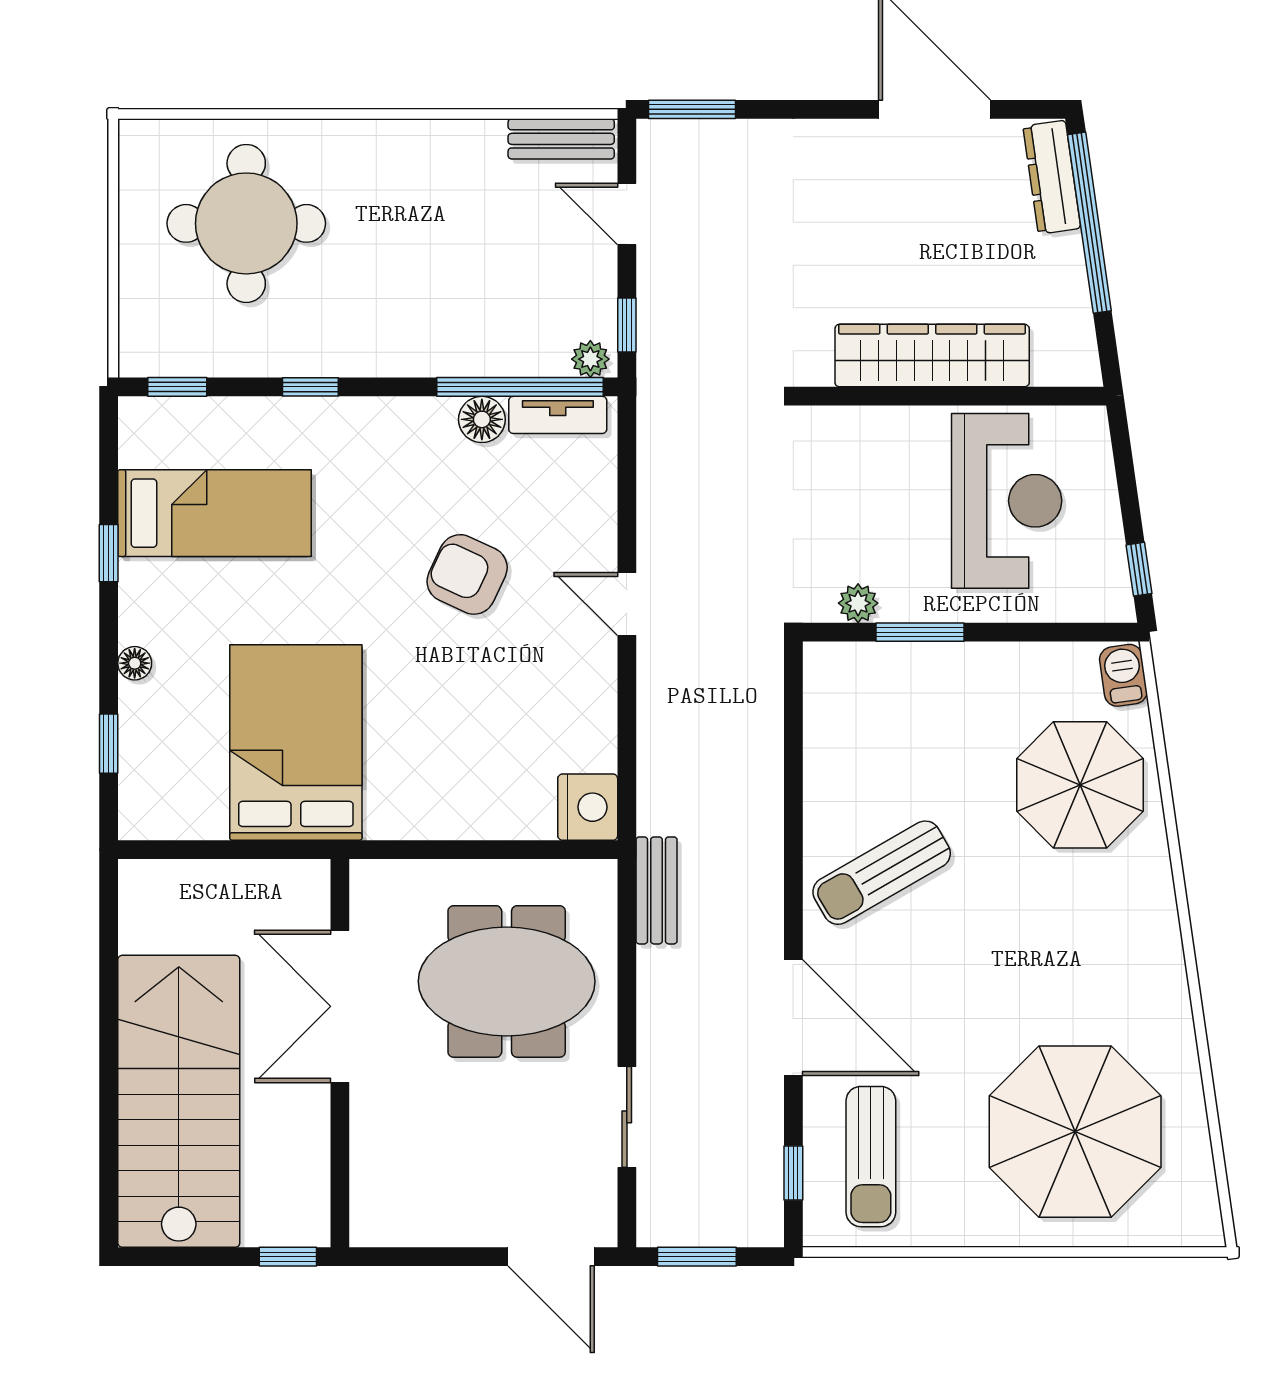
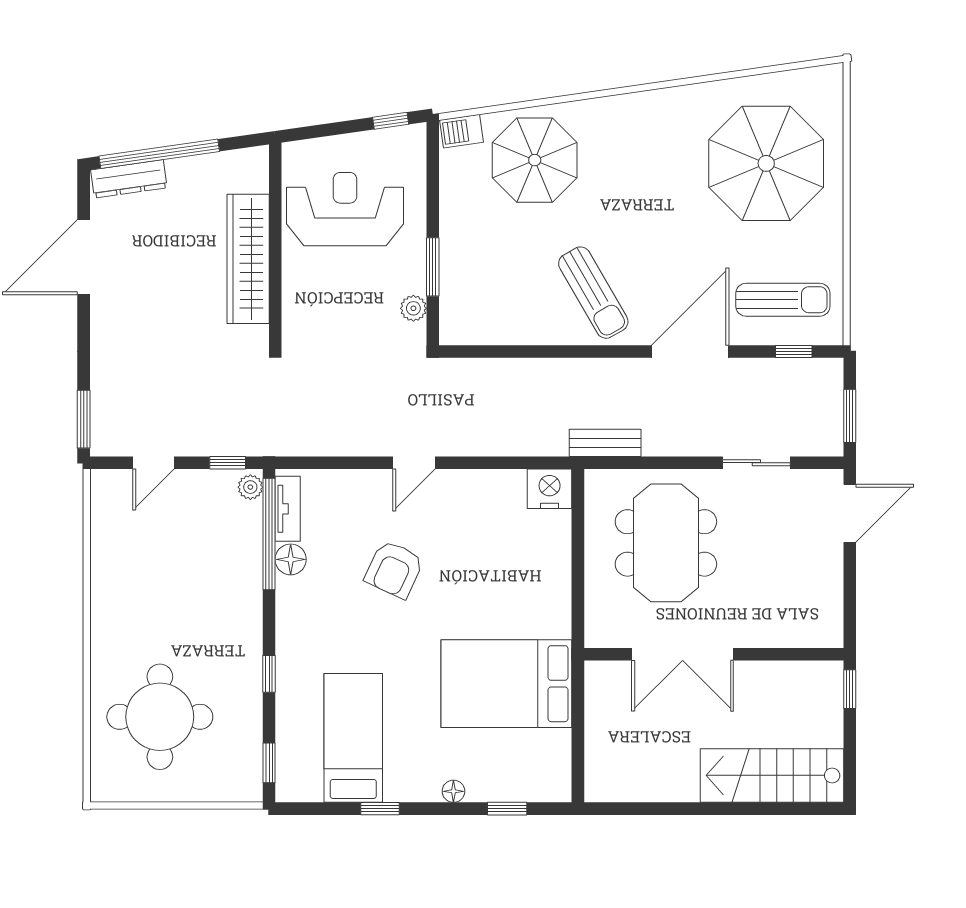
bench: (561, 139) -> (103, 507), removed
stairs: (179, 1101) -> (772, 775), width x0.73, depth x0.66

